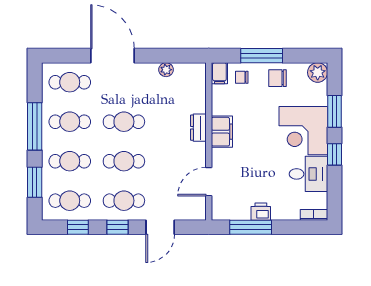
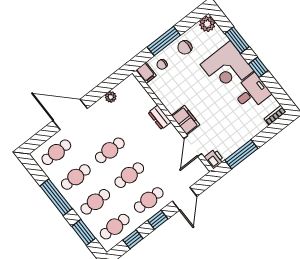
filing cabinet: (222, 132) -> (186, 120), moved
printer: (261, 212) -> (214, 159), moved, turned 90

